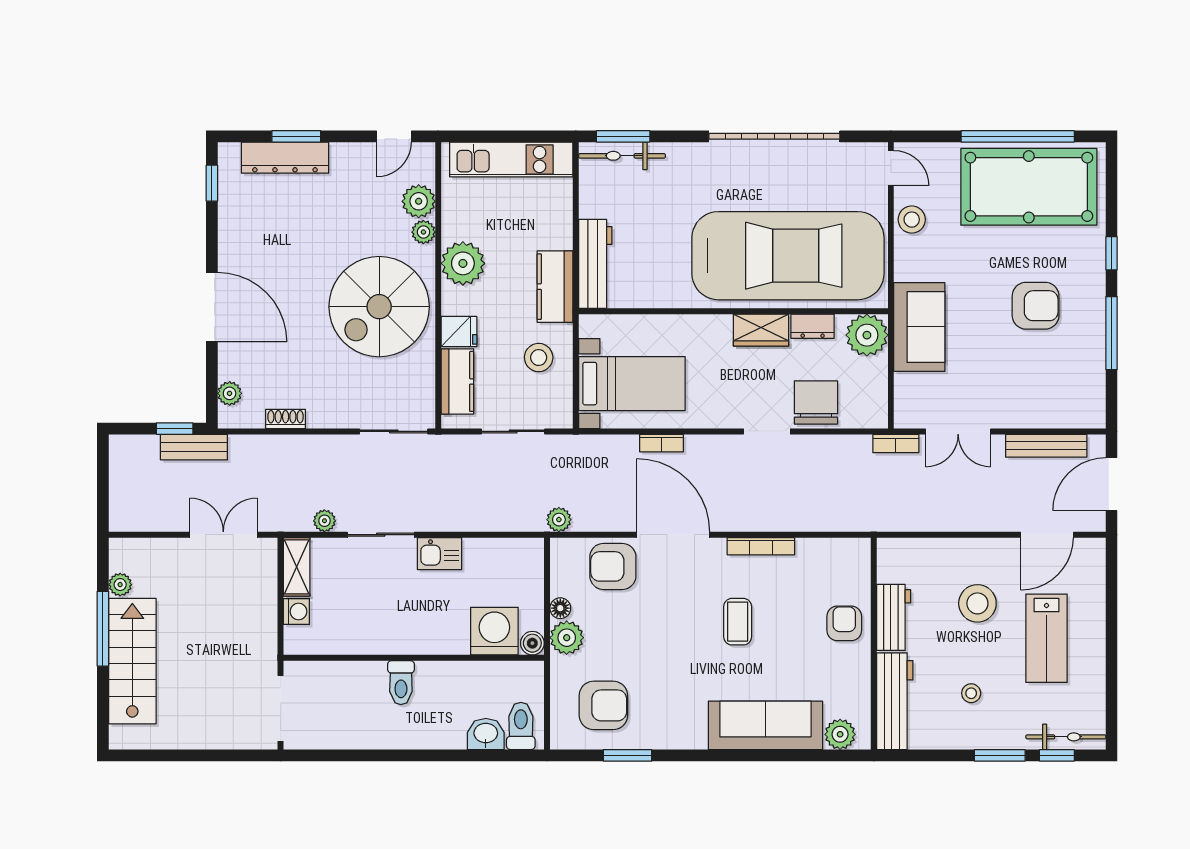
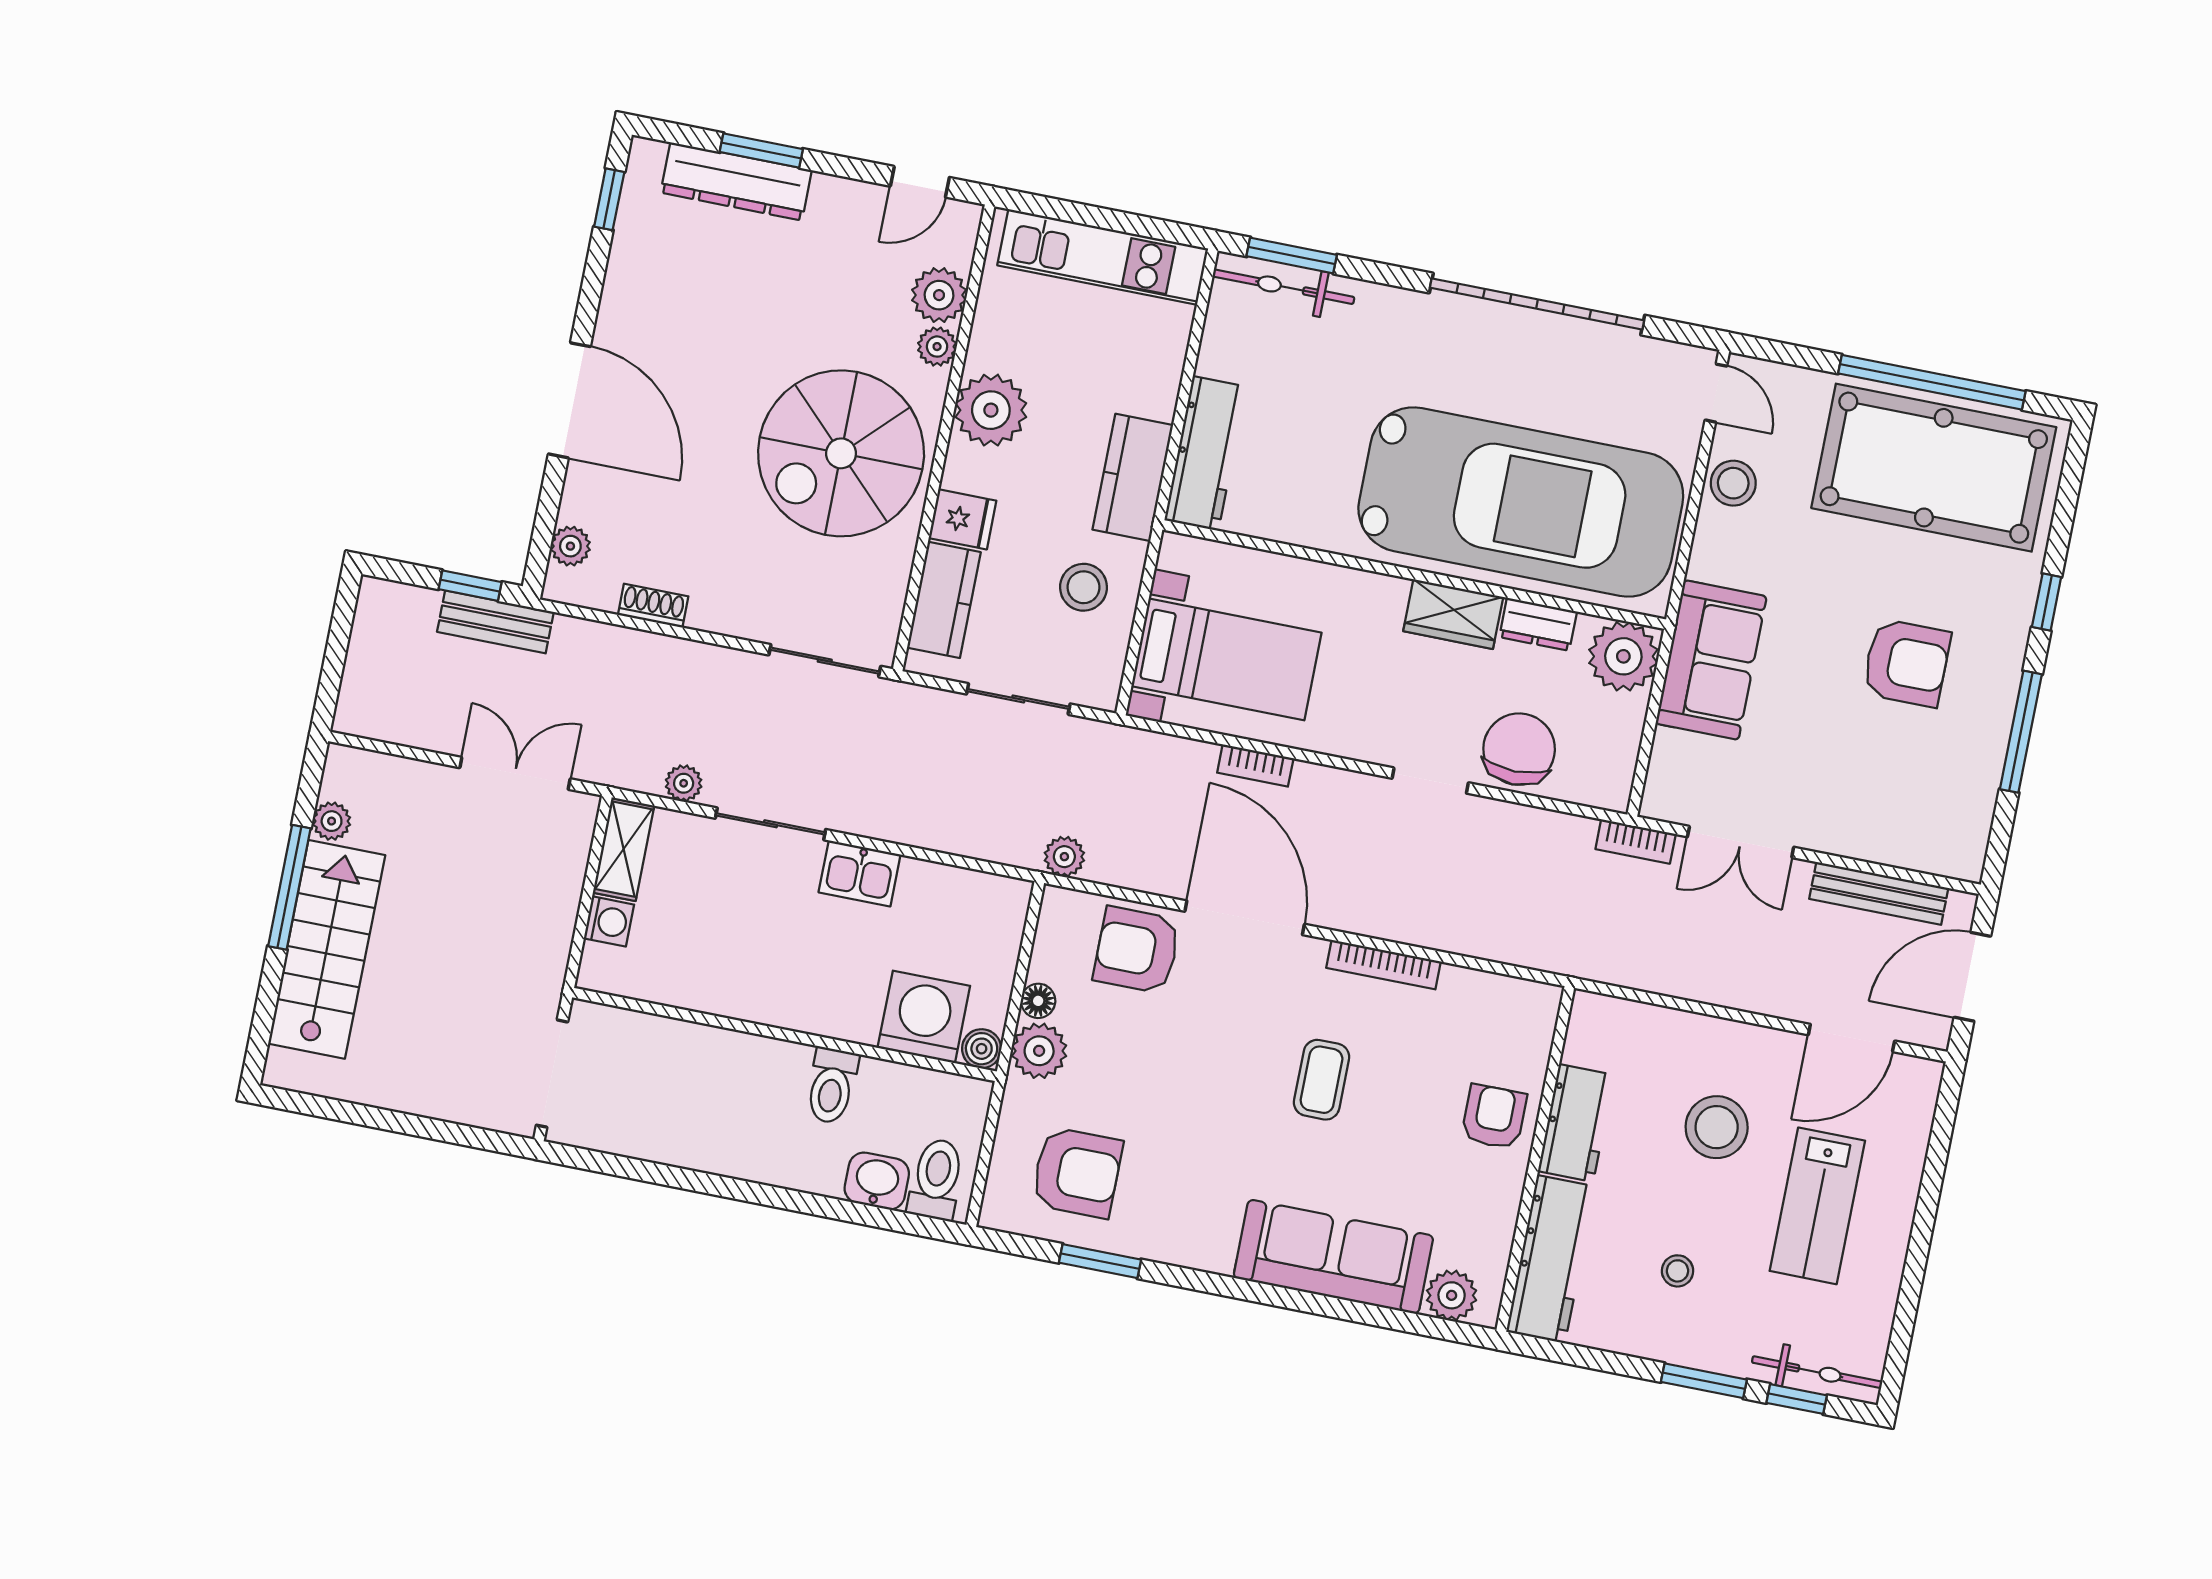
toilet: (401, 683) -> (832, 1086), moved

